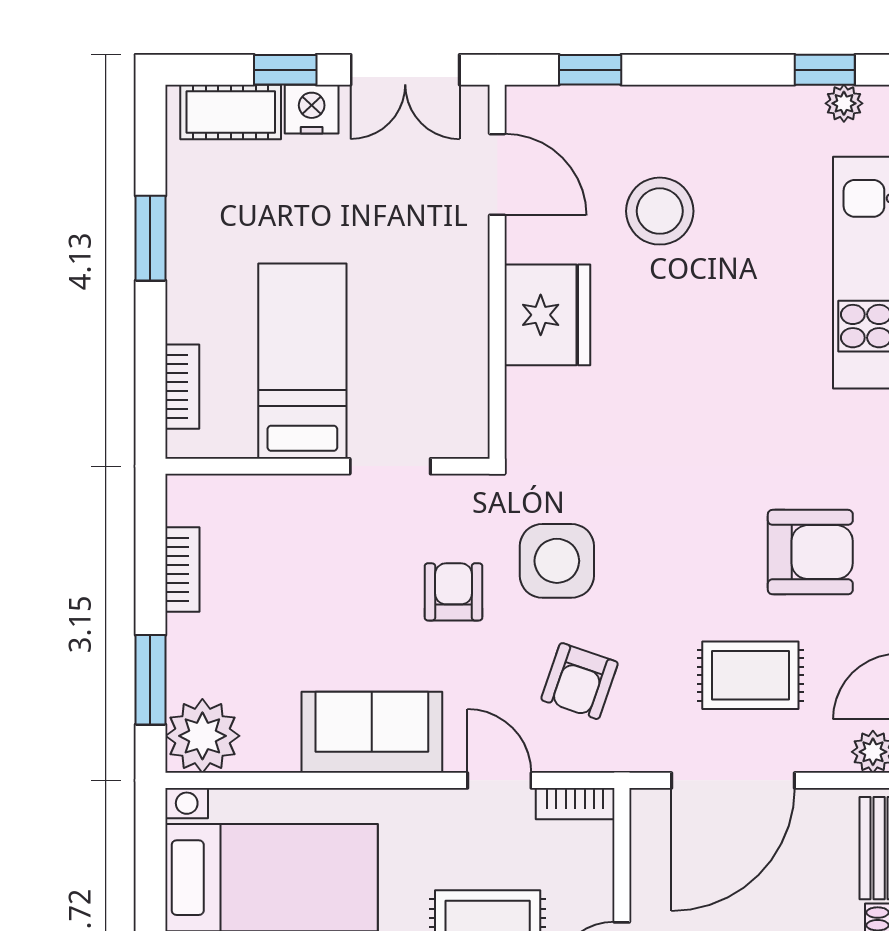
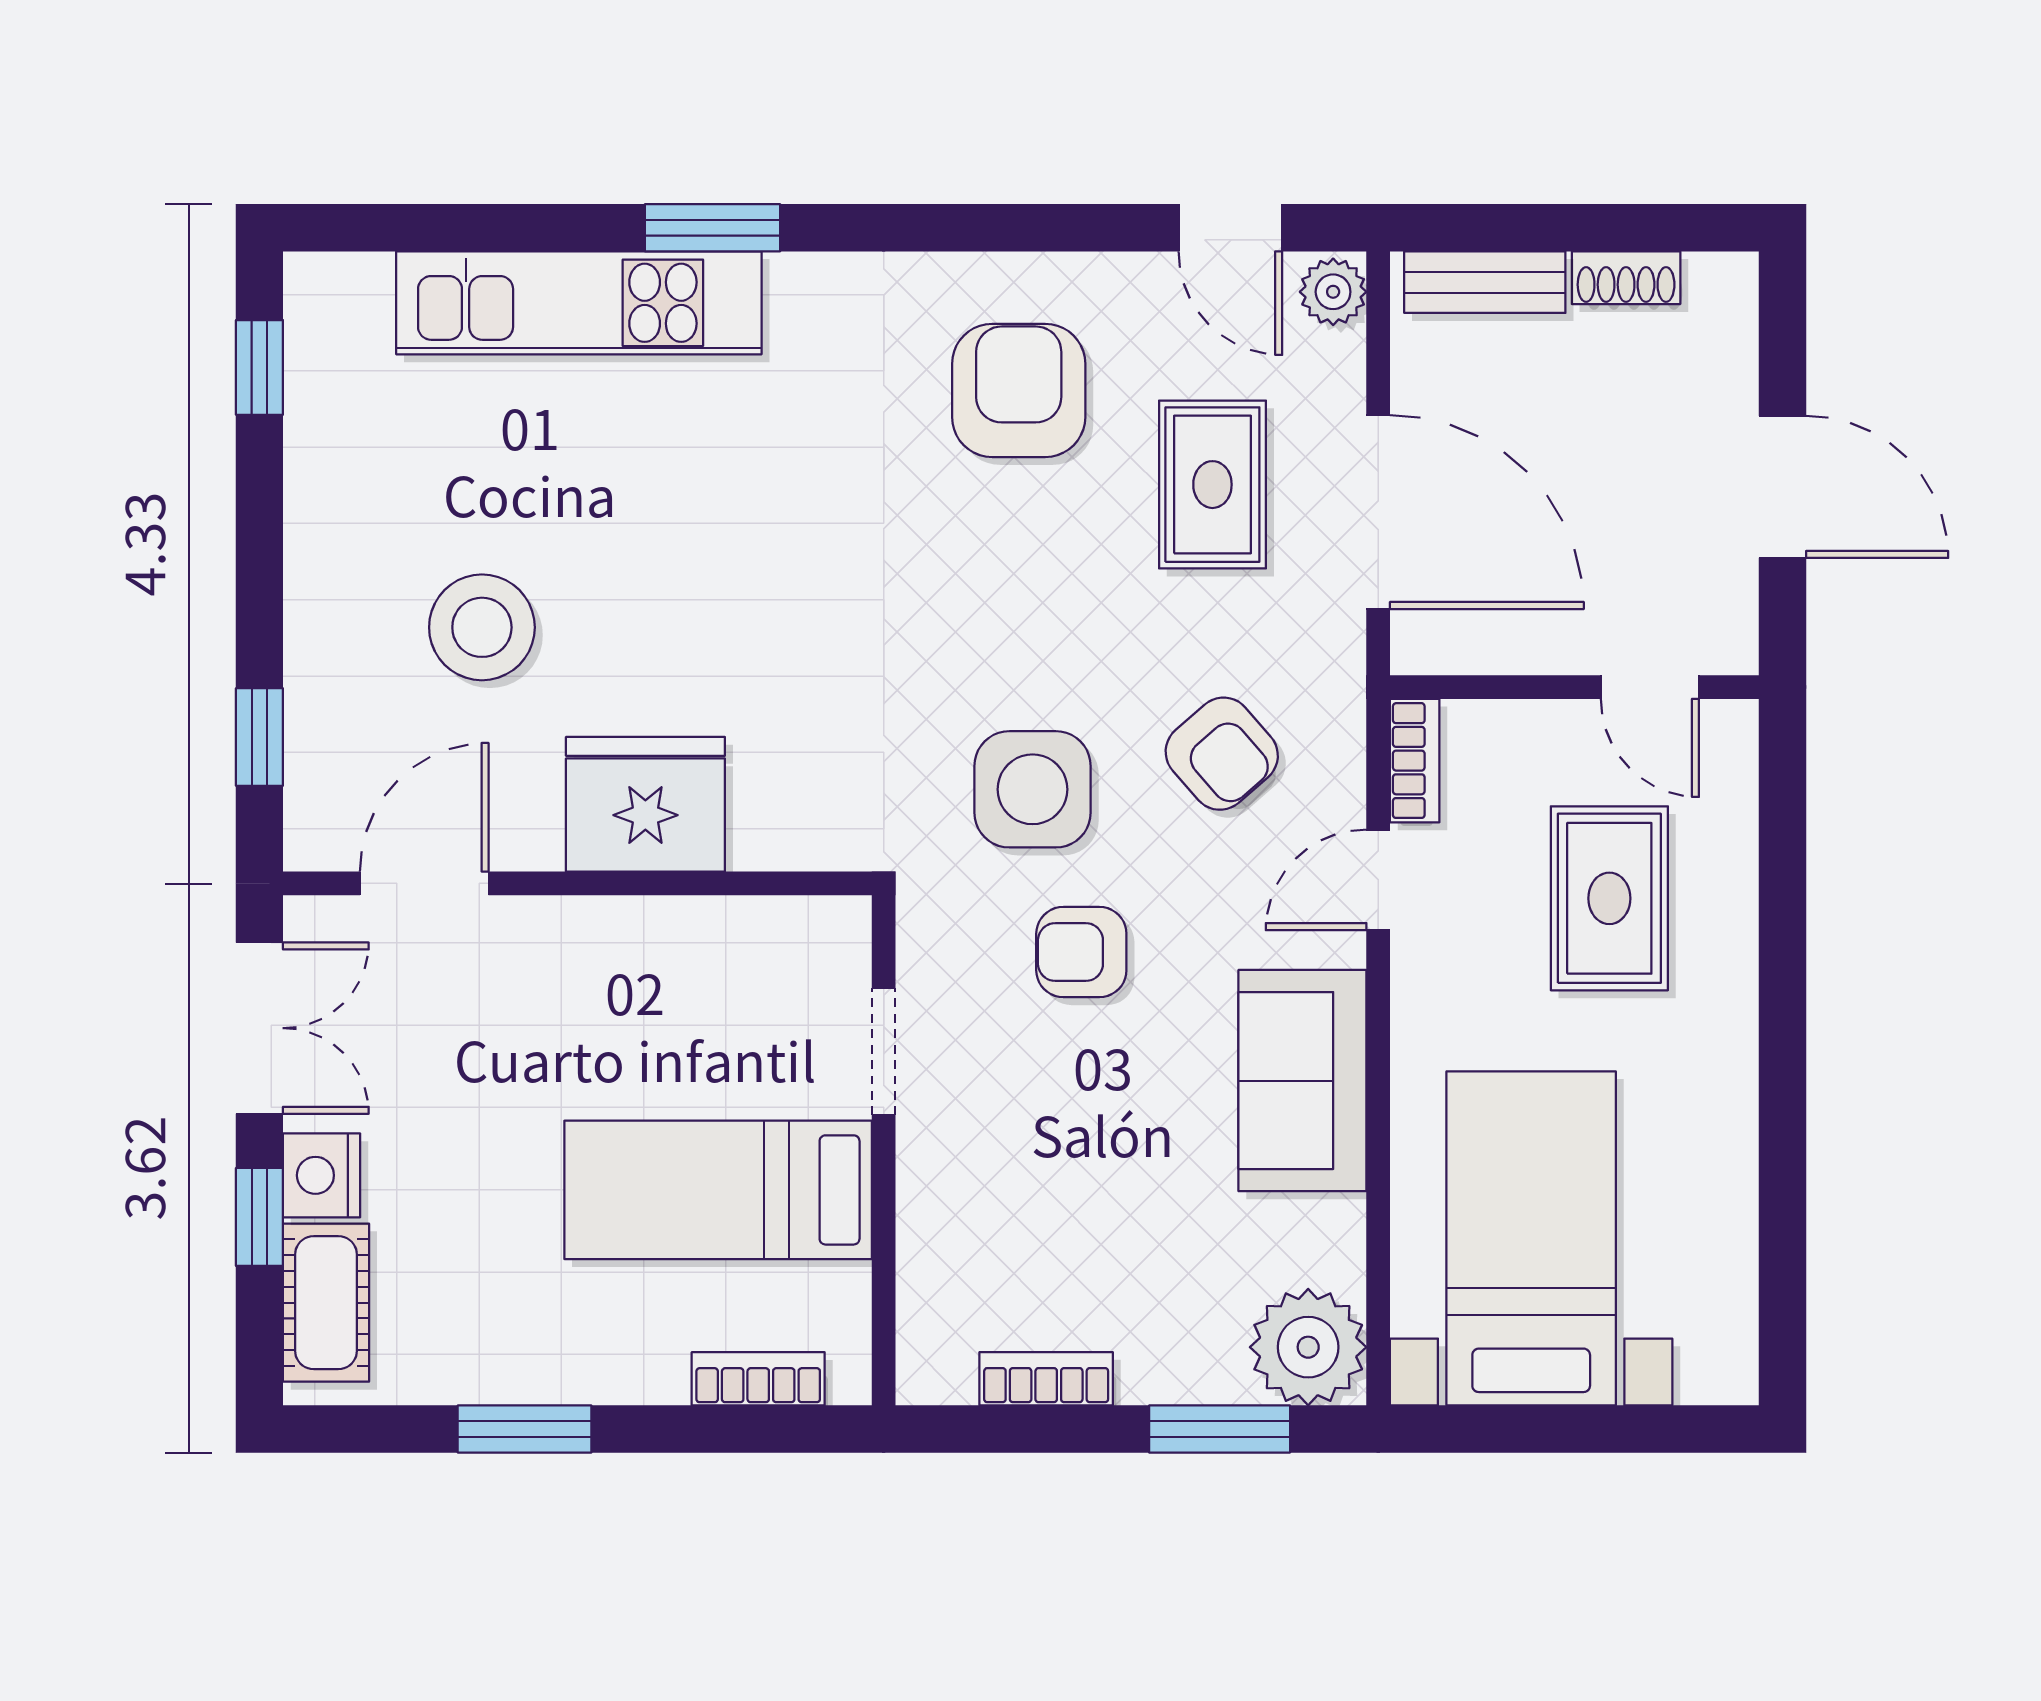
plant: (844, 103) -> (312, 337), removed
armchair: (580, 681) -> (1222, 754), turned 30

